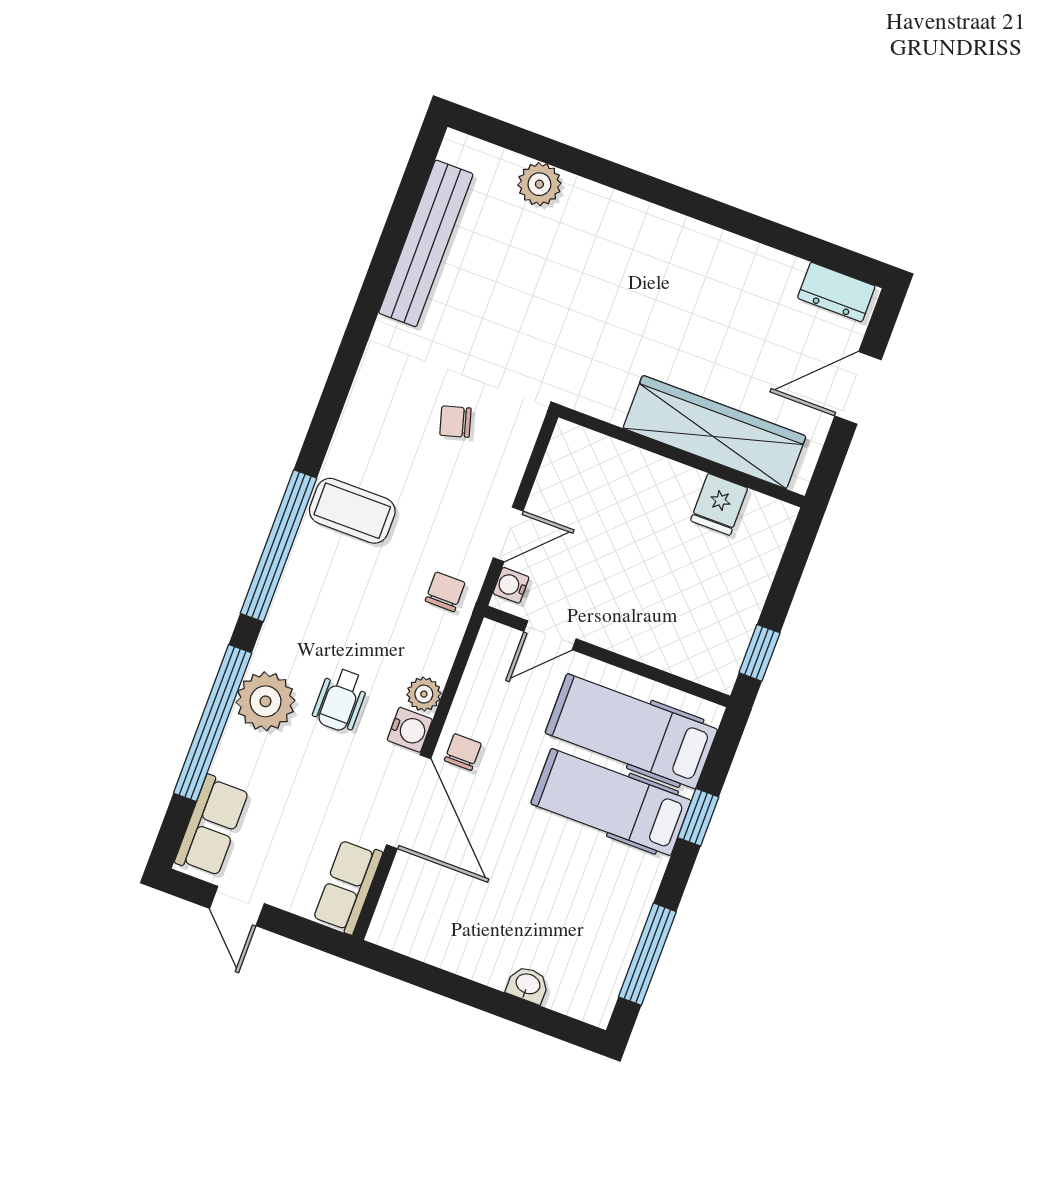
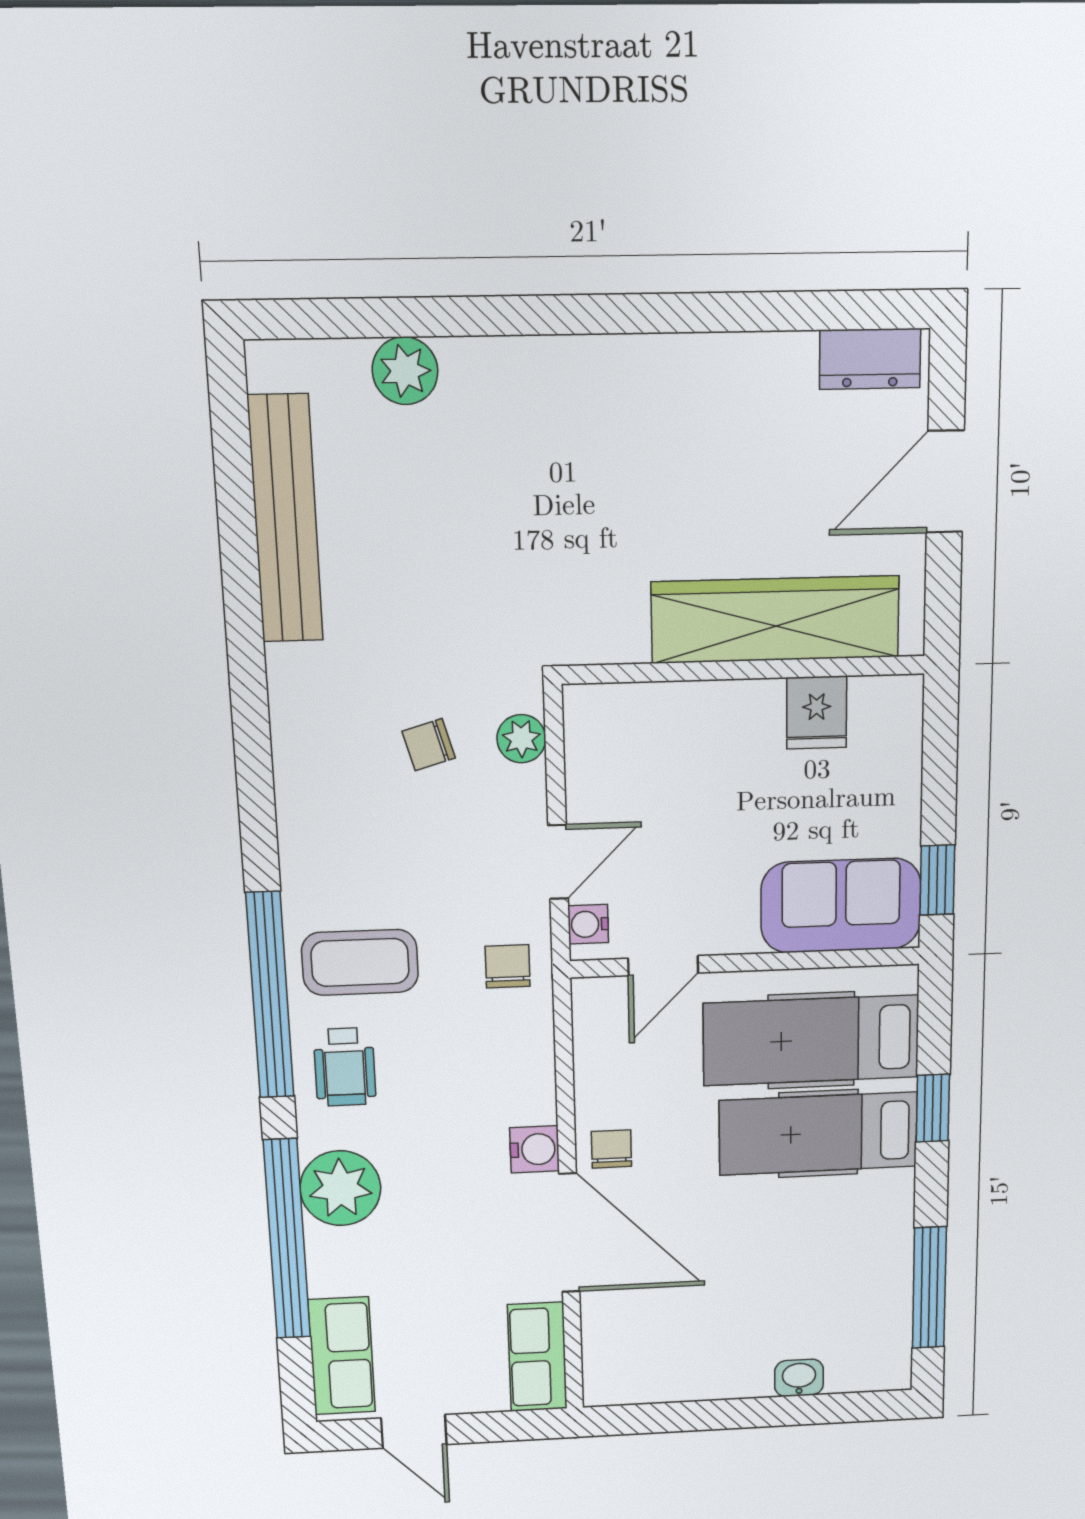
coffee table: (352, 511) -> (360, 962), moved
sofa: (687, 643) -> (841, 906), added
plant: (424, 694) -> (521, 739), moved
wheelchair: (340, 700) -> (345, 1067), moved

